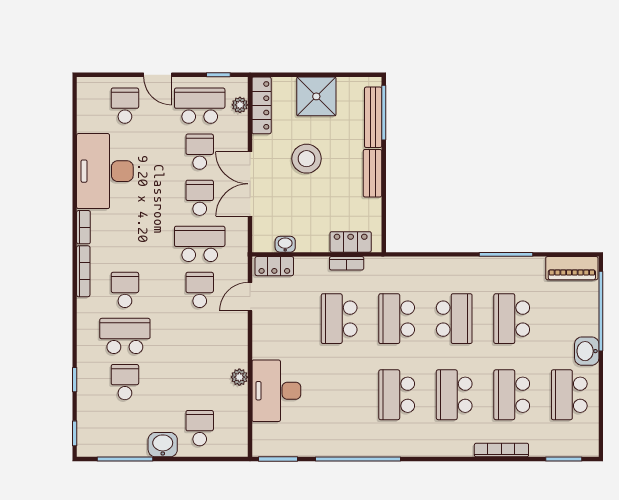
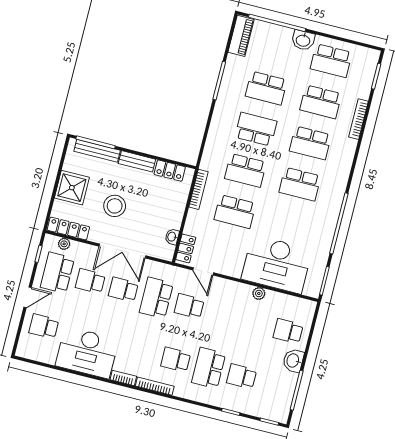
locker: (351, 242) -> (170, 171), moved, turned -90
bookcase: (347, 263) -> (198, 189), width x1.56
desk: (276, 391) -> (277, 264), width x1.36, depth x1.30

